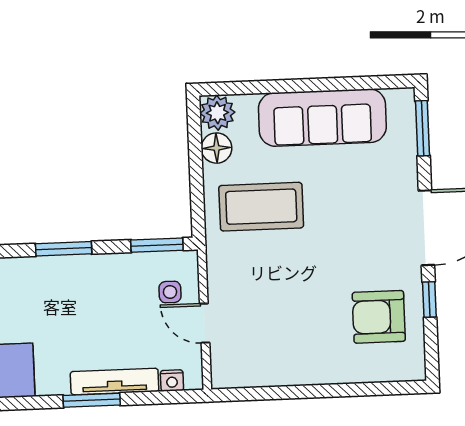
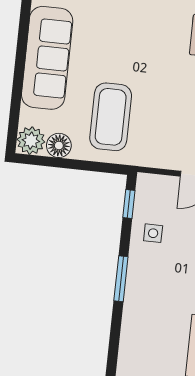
window: (157, 245) -> (129, 204), width x0.67
side table: (170, 292) -> (153, 233), moved

